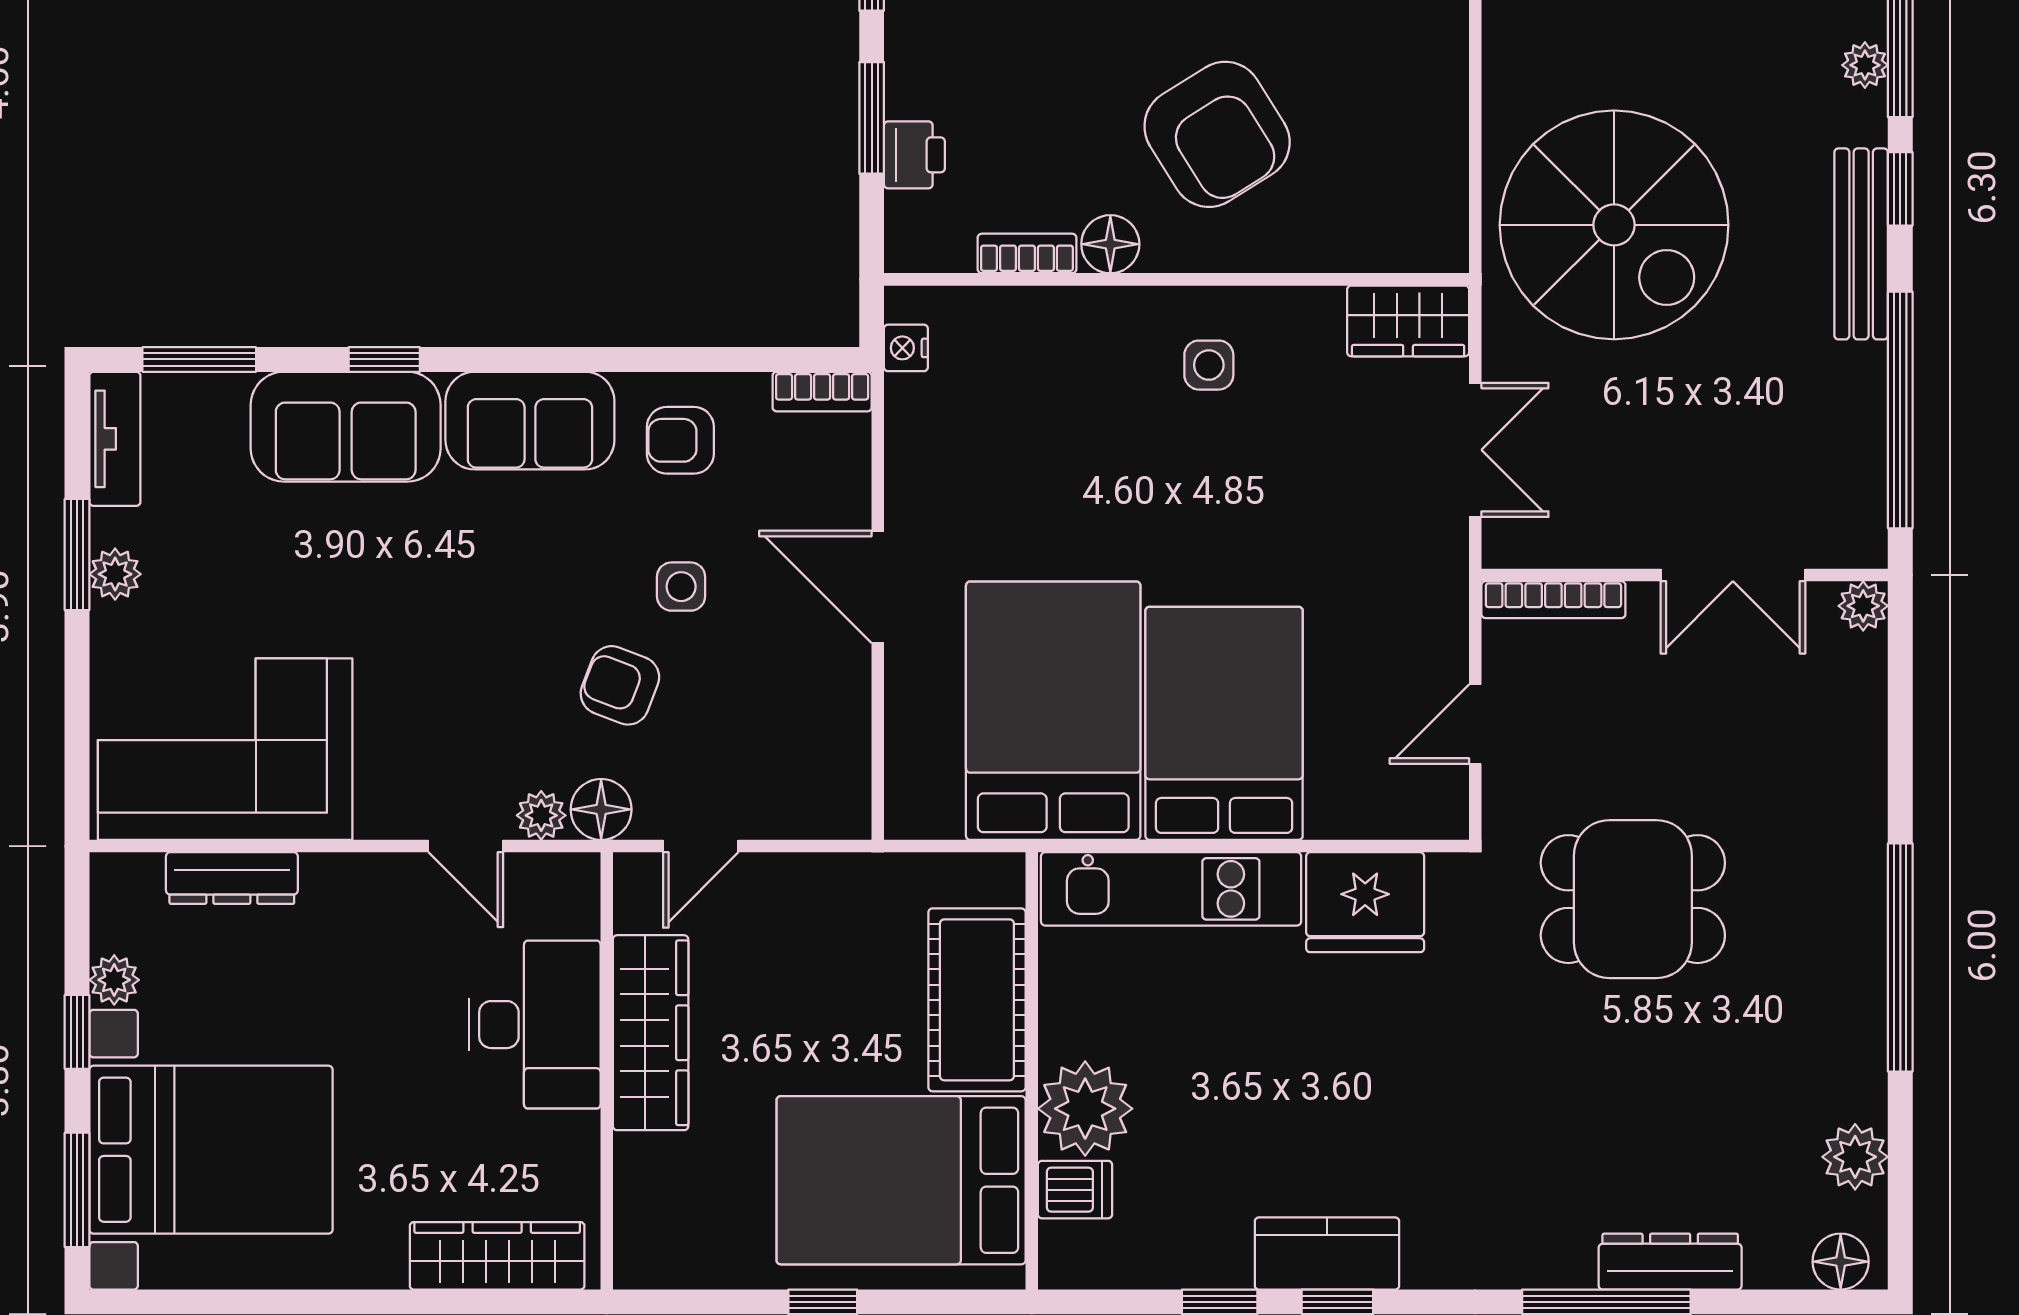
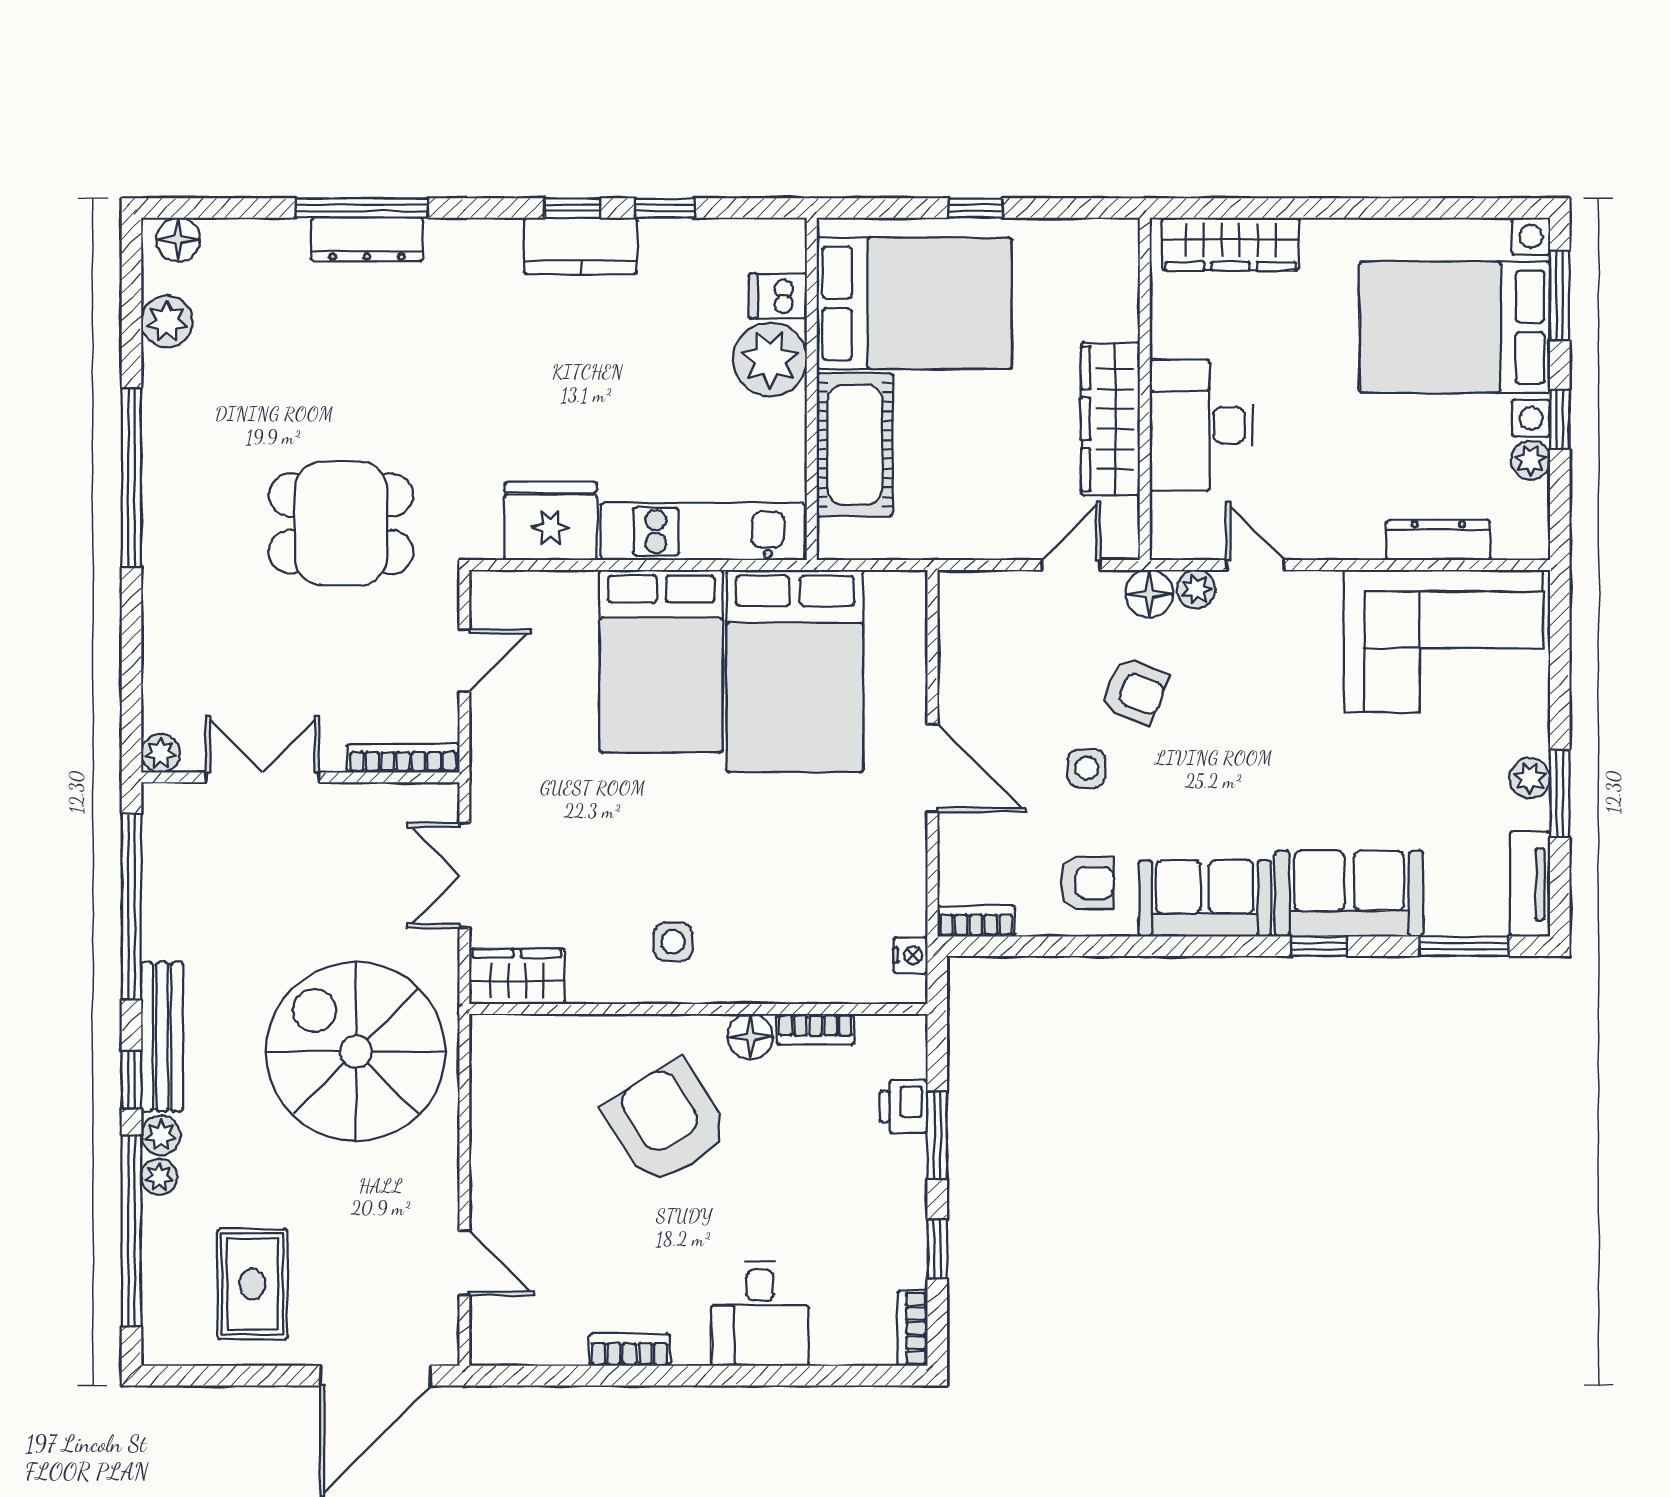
plant: (1863, 118) -> (161, 1135), added
dresser: (1670, 1262) -> (367, 240), moved

